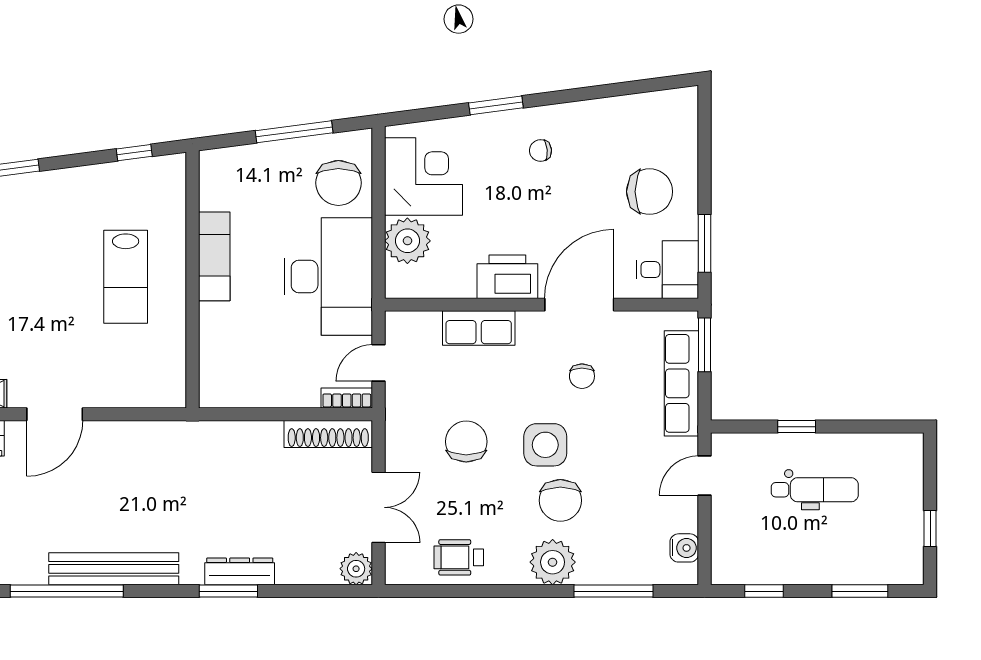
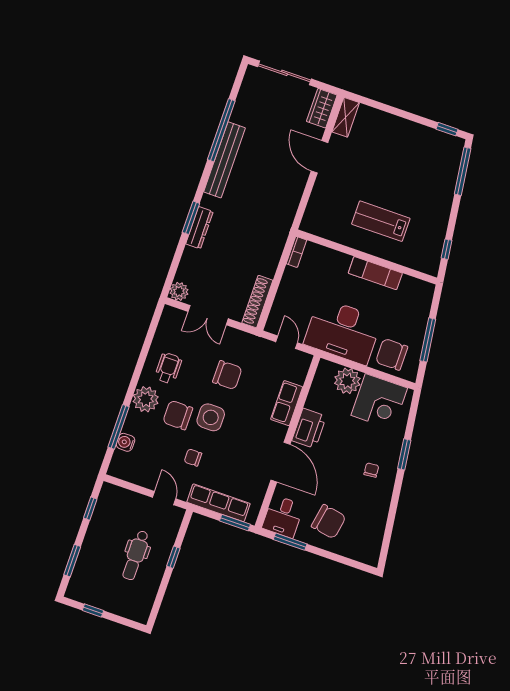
chair: (650, 192) -> (329, 522), turned -80
chair: (582, 376) -> (193, 457), moved
bookcase: (347, 398) -> (296, 252), moved
water cooler: (684, 548) -> (126, 442), moved, turned 90
wheelchair: (459, 557) -> (168, 368), moved

